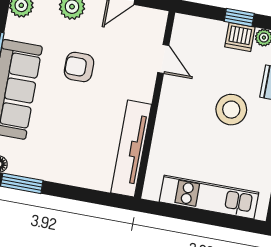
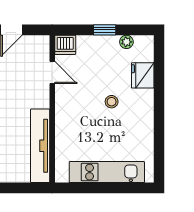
dishwasher: (240, 37) -> (65, 45), moved
stool: (231, 110) -> (112, 102), width x0.53, depth x0.53

